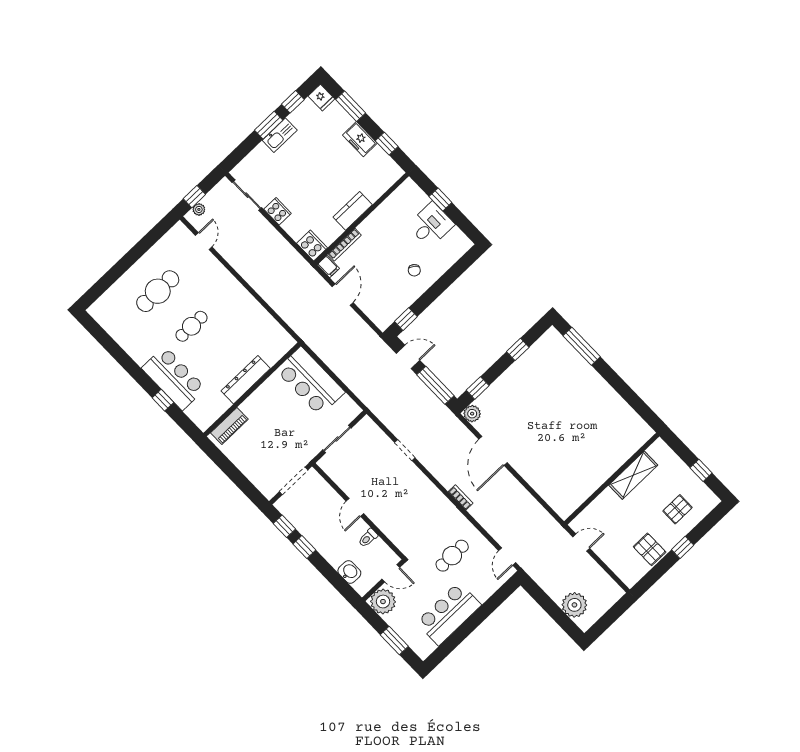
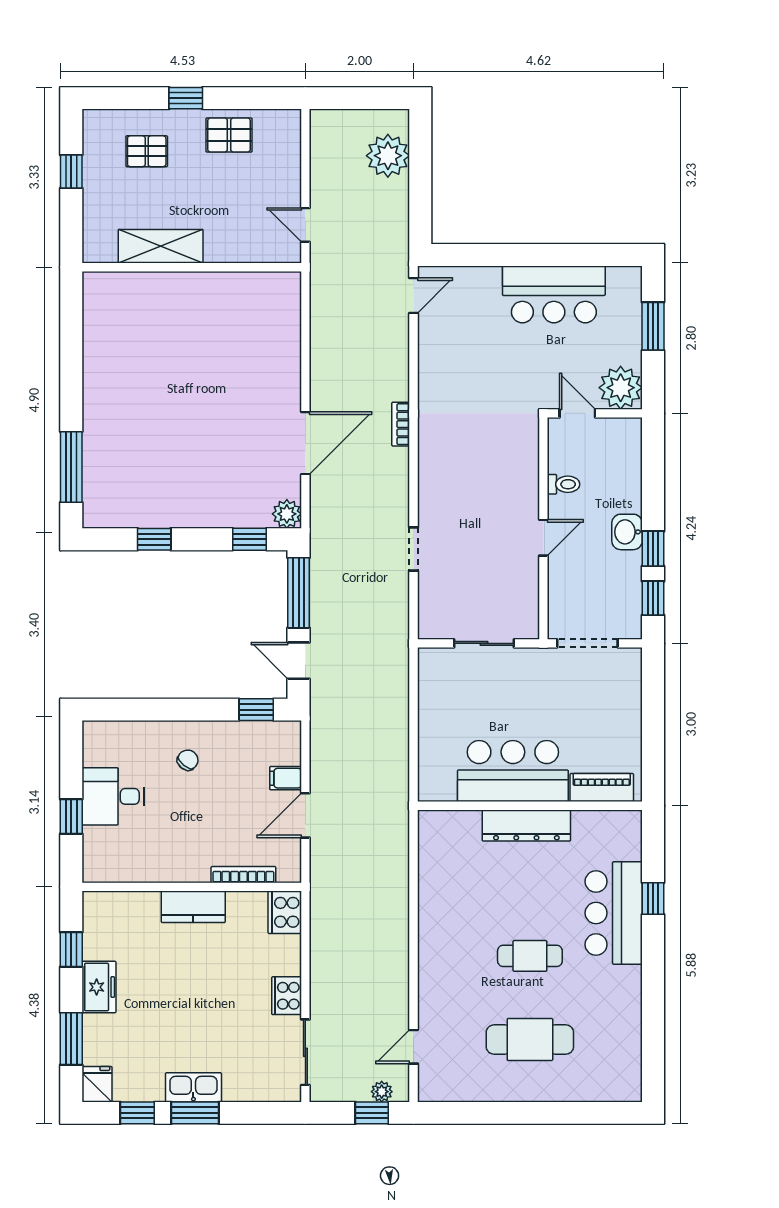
filing cabinet: (328, 266) -> (286, 778), moved, turned -90
bar counter: (310, 381) -> (513, 771), moved, turned -90
pallet: (650, 549) -> (229, 135), turned 90
cafe table: (452, 556) -> (481, 362), removed
washbasin: (349, 572) -> (627, 532), moved

